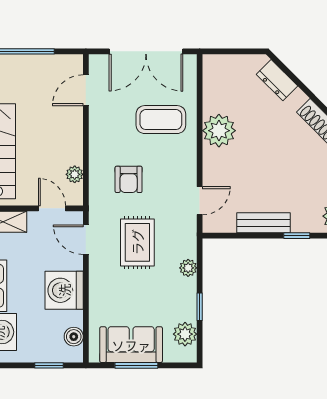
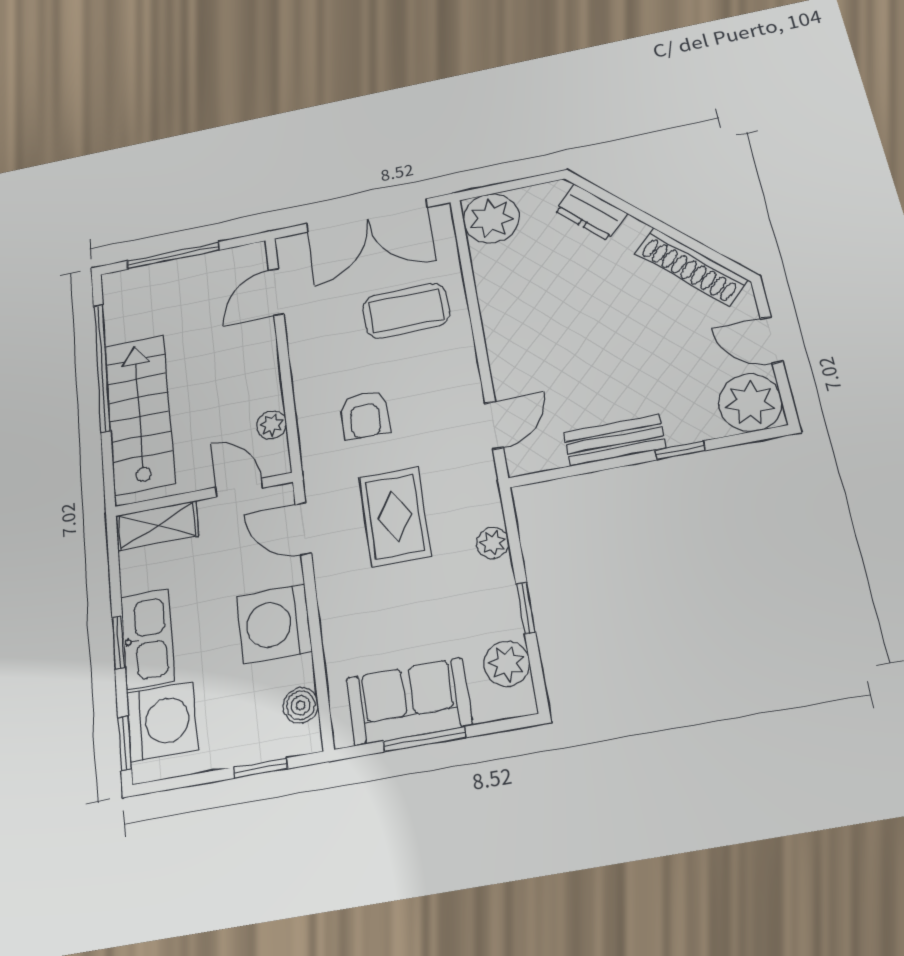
plant: (219, 131) -> (491, 218), moved

